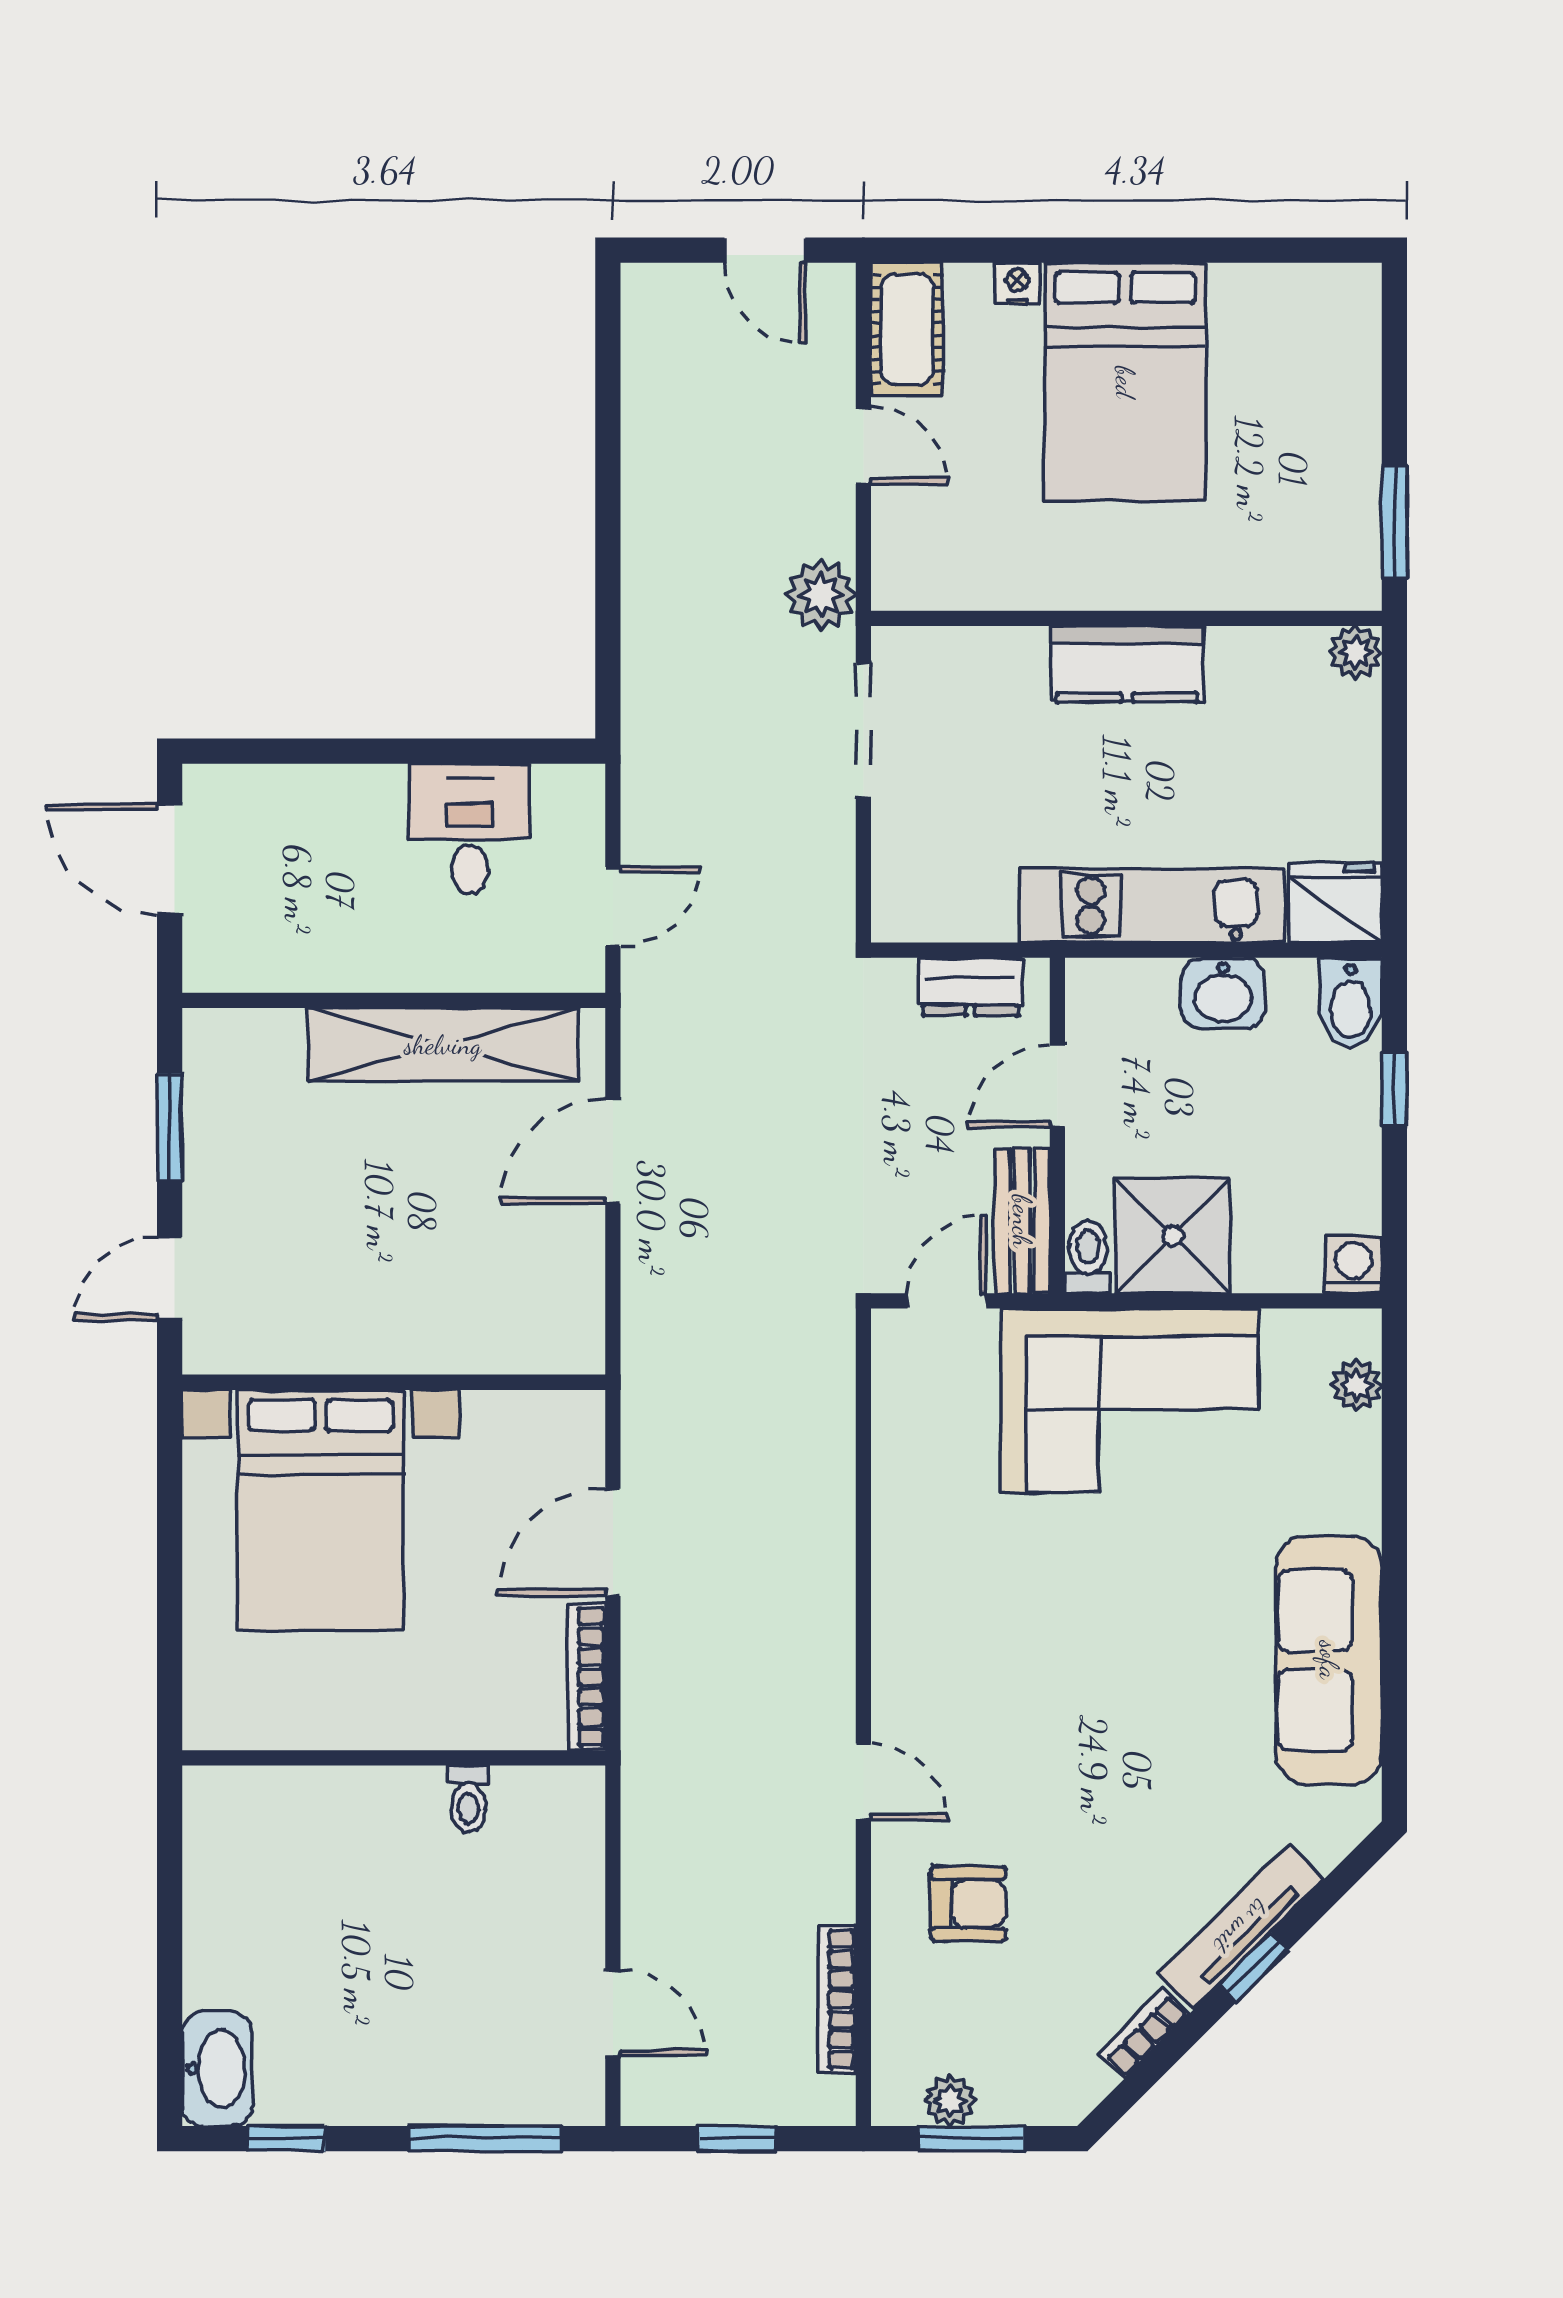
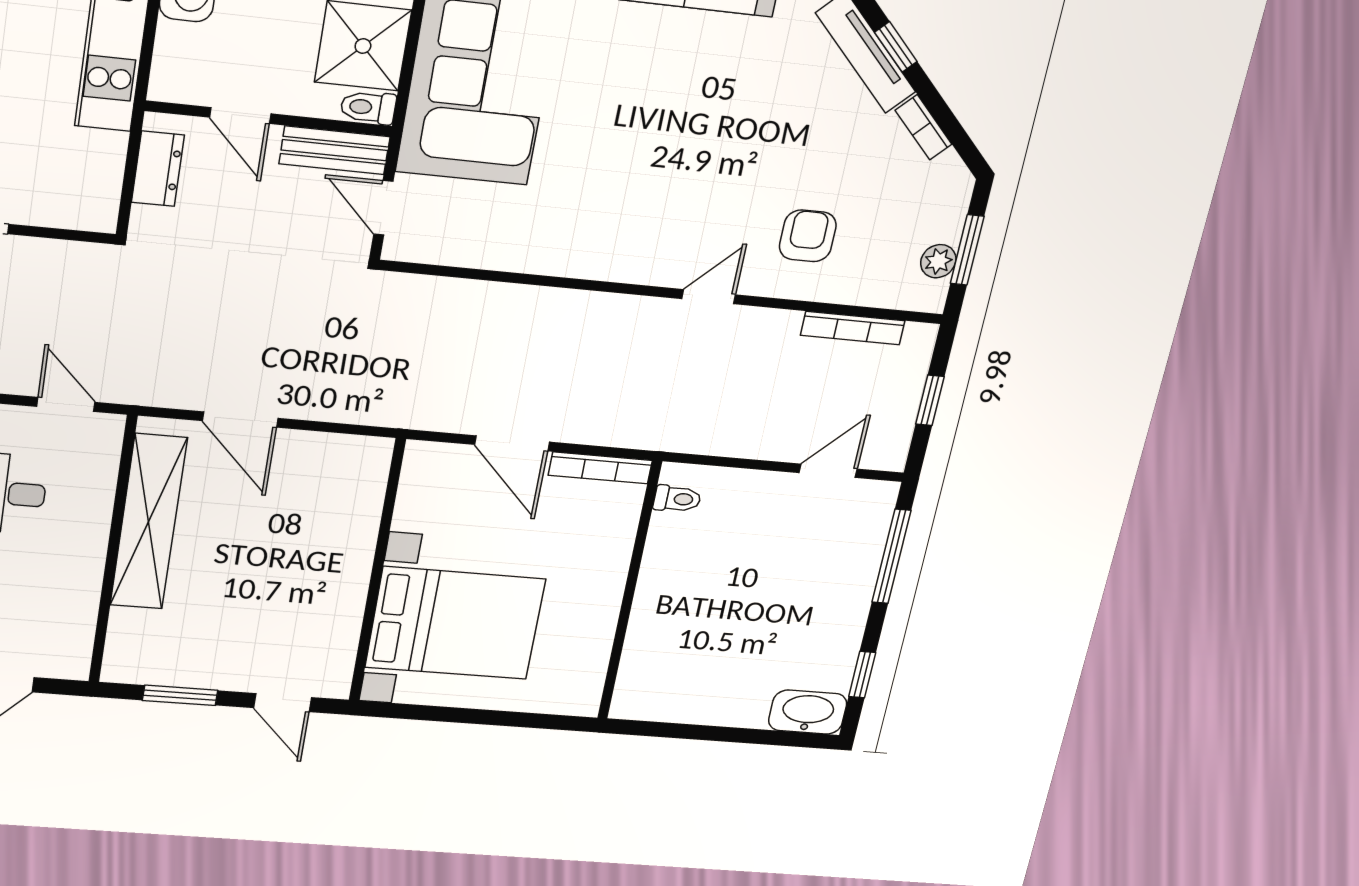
toilet: (468, 1799) -> (677, 499), moved

